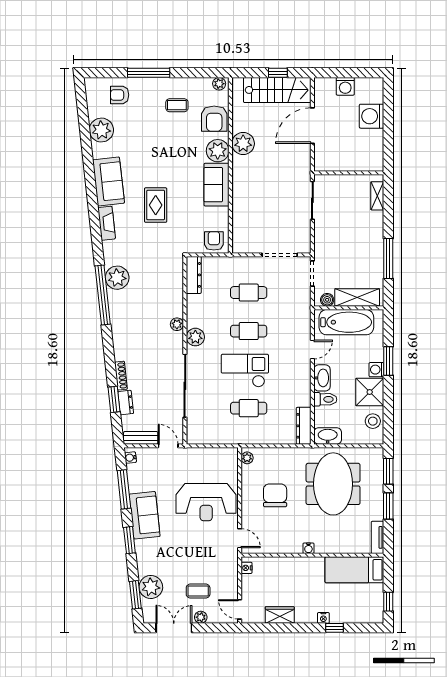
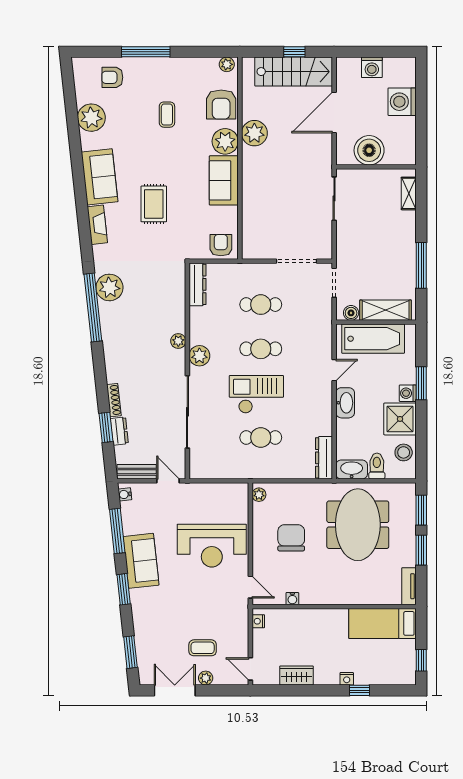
coffee table: (177, 105) -> (167, 115), moved, turned 90
boiler: (343, 158) -> (369, 150), added
toilet: (325, 399) -> (377, 466), moved, turned -90
water cooler: (308, 548) -> (292, 599), moved
plant: (151, 587) -> (148, 643), removed

